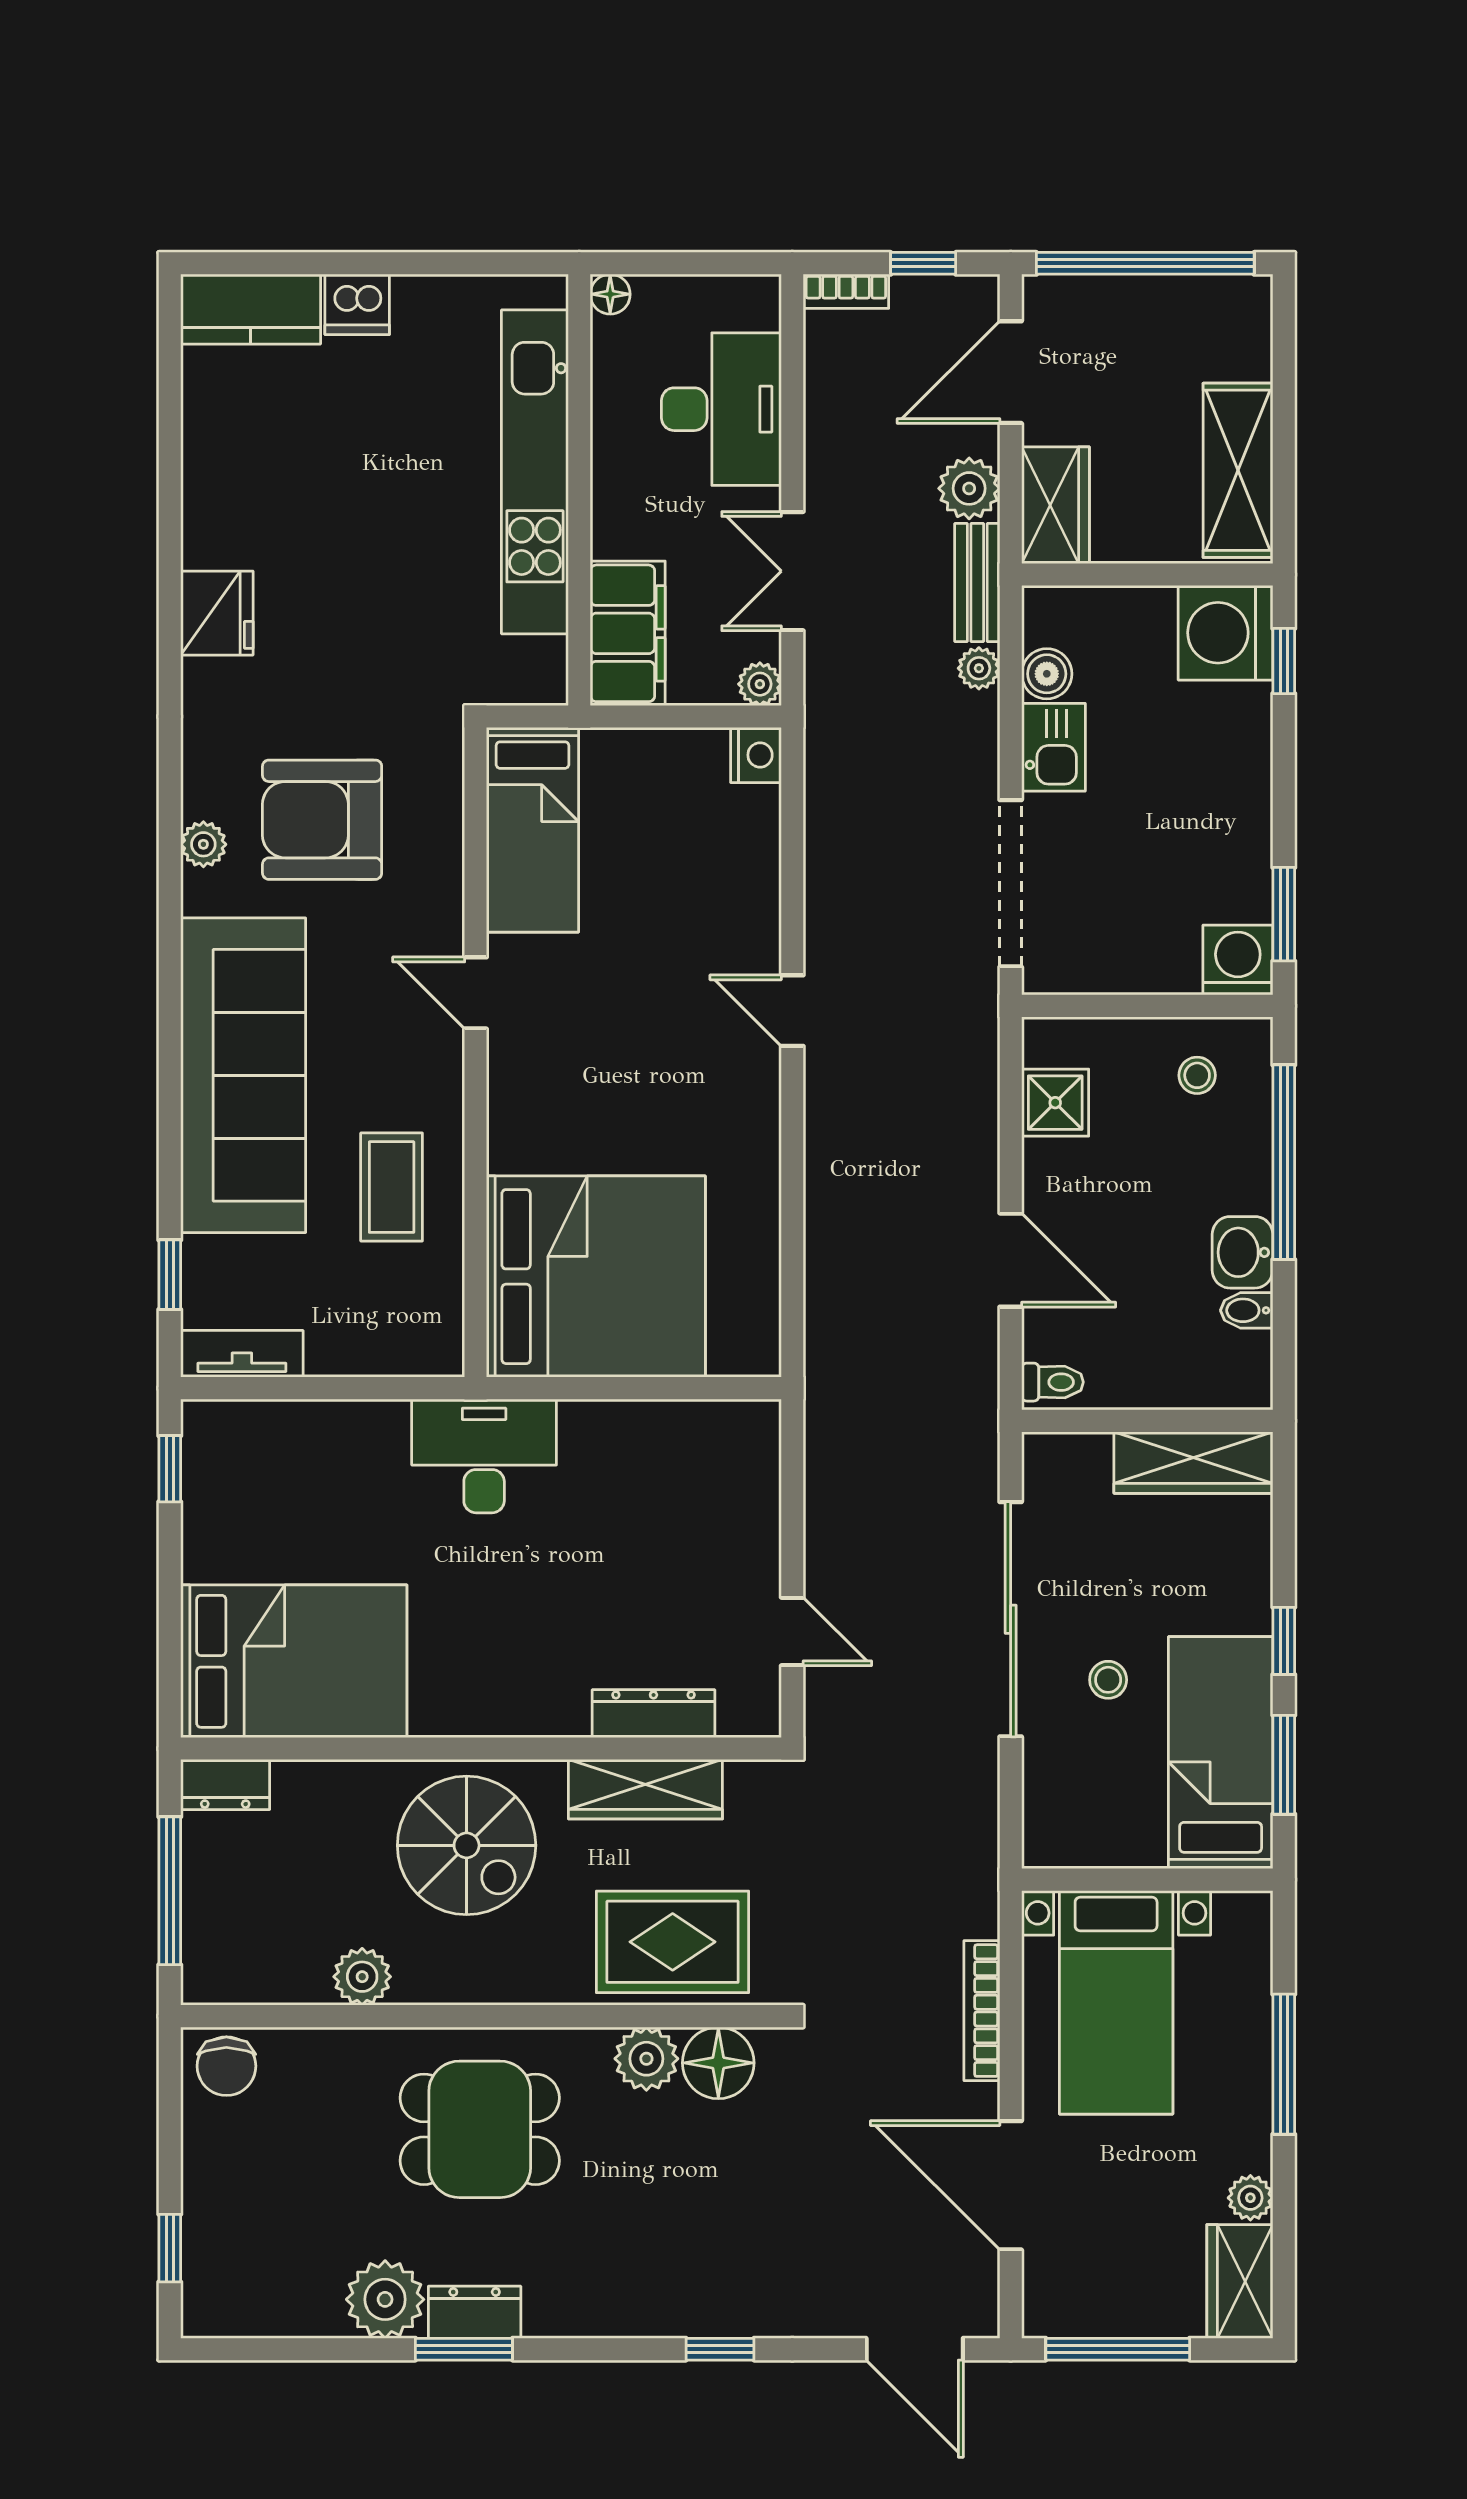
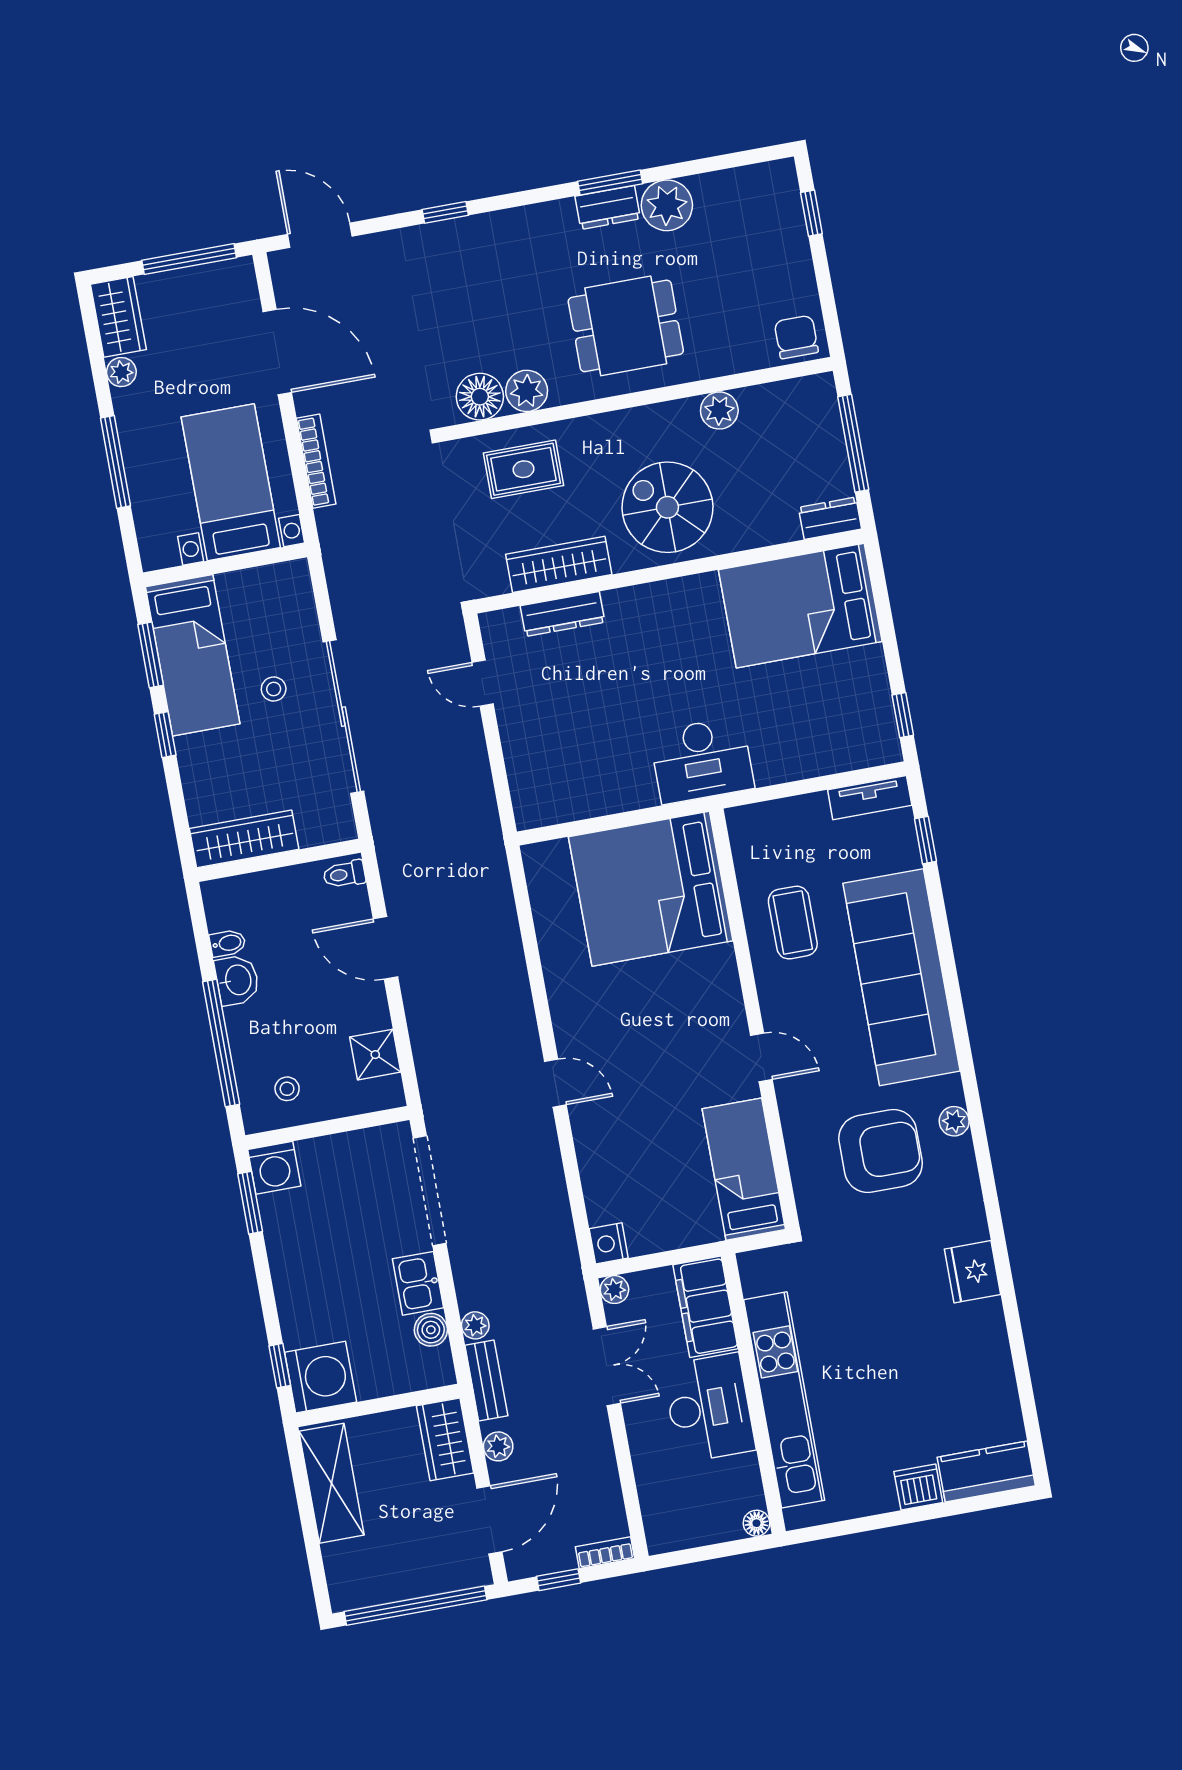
desk: (721, 409) -> (709, 1408), moved, turned 180
plant: (969, 488) -> (498, 1446), width x0.73, depth x0.73
rug: (673, 1942) -> (524, 469), width x0.73, depth x0.70

